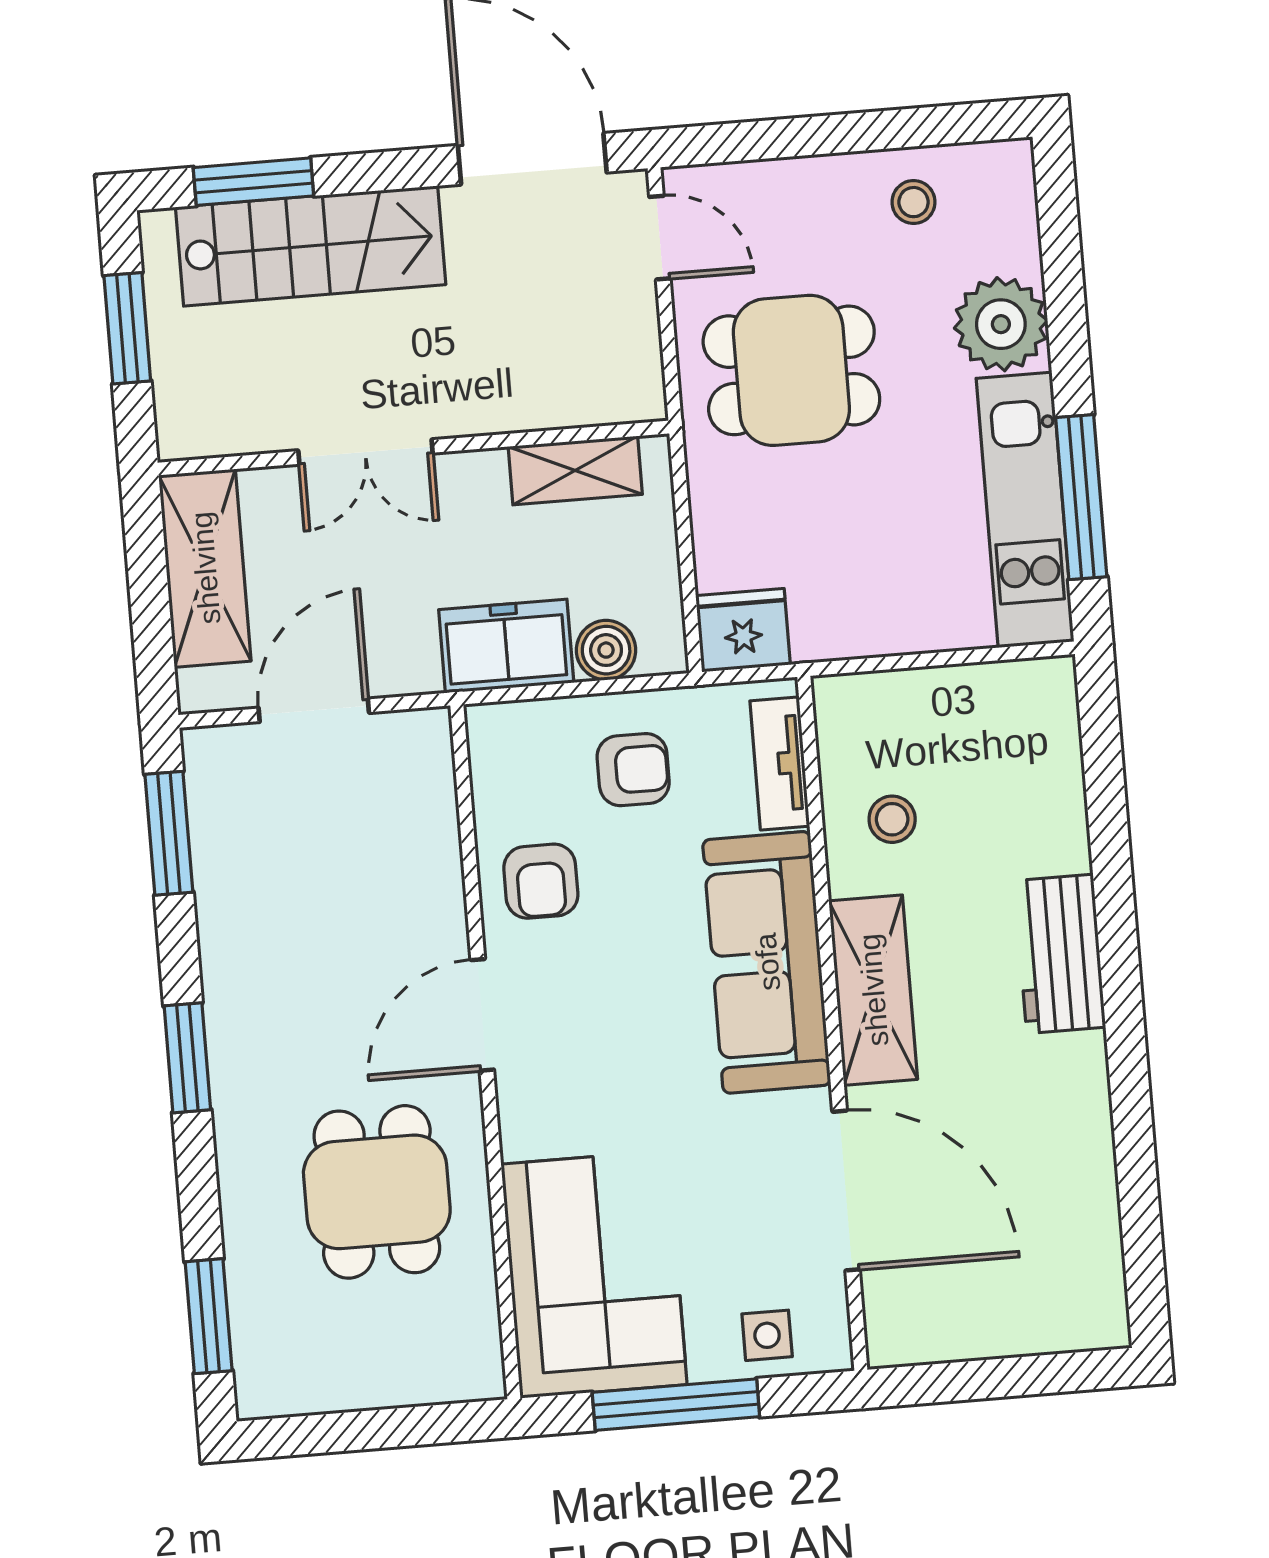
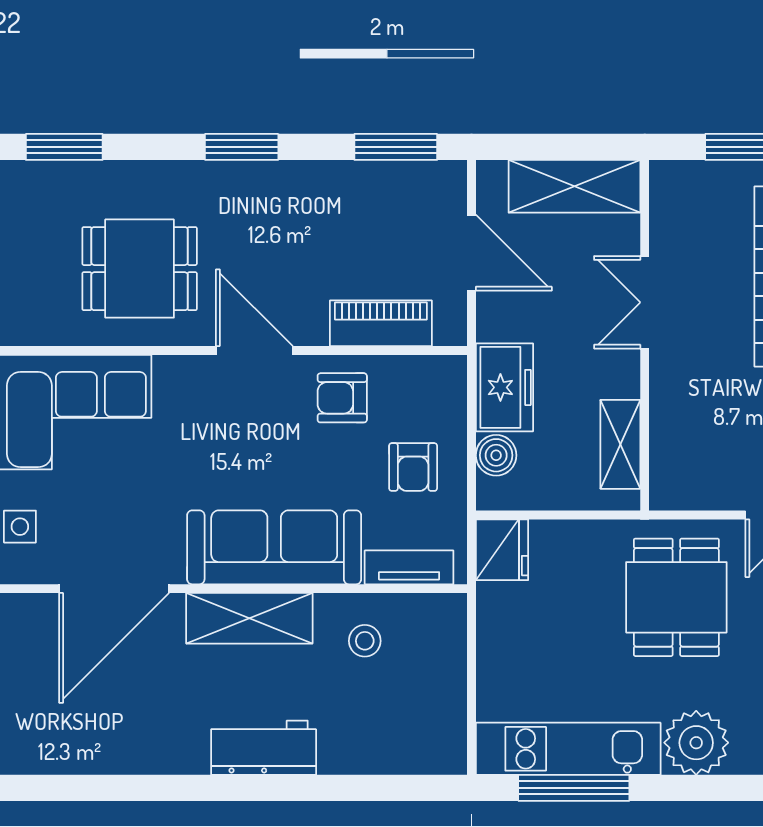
piano: (428, 834) -> (381, 323), added

